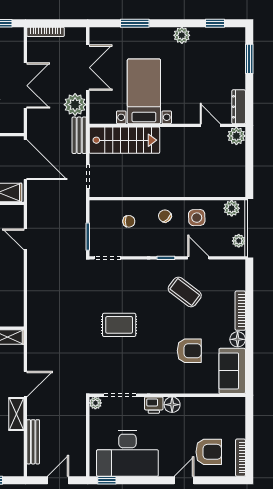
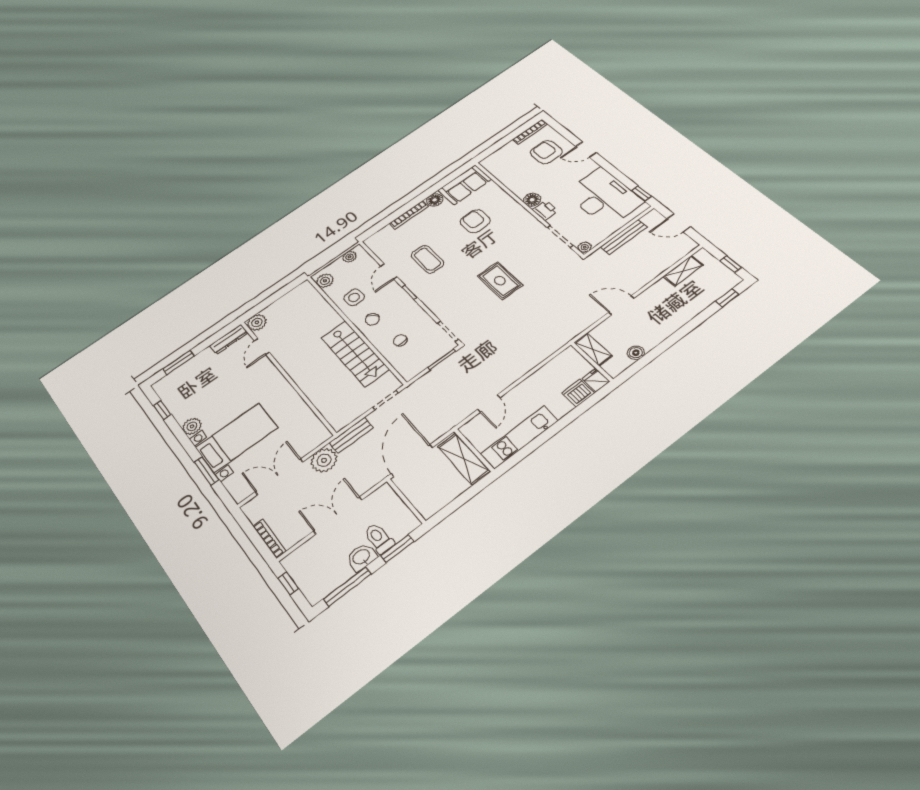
bed with nightstands: (144, 91) -> (237, 438), moved, turned 180
stairs: (124, 140) -> (355, 353), moved, turned 180
coffee table: (185, 292) -> (427, 259), turned -37
shelving: (16, 414) -> (683, 271), moved
bench: (33, 442) -> (624, 237), moved

